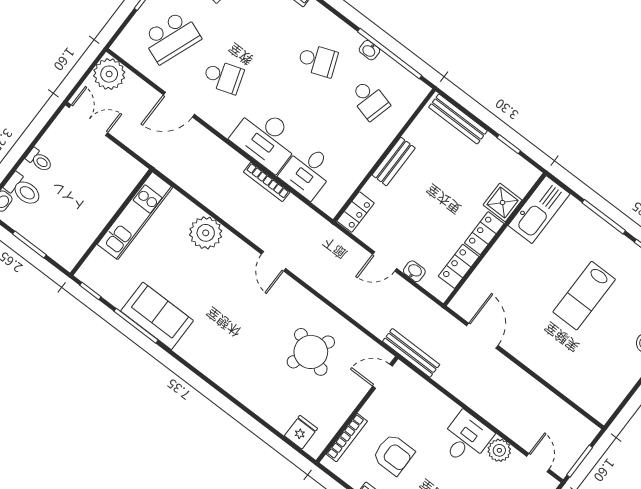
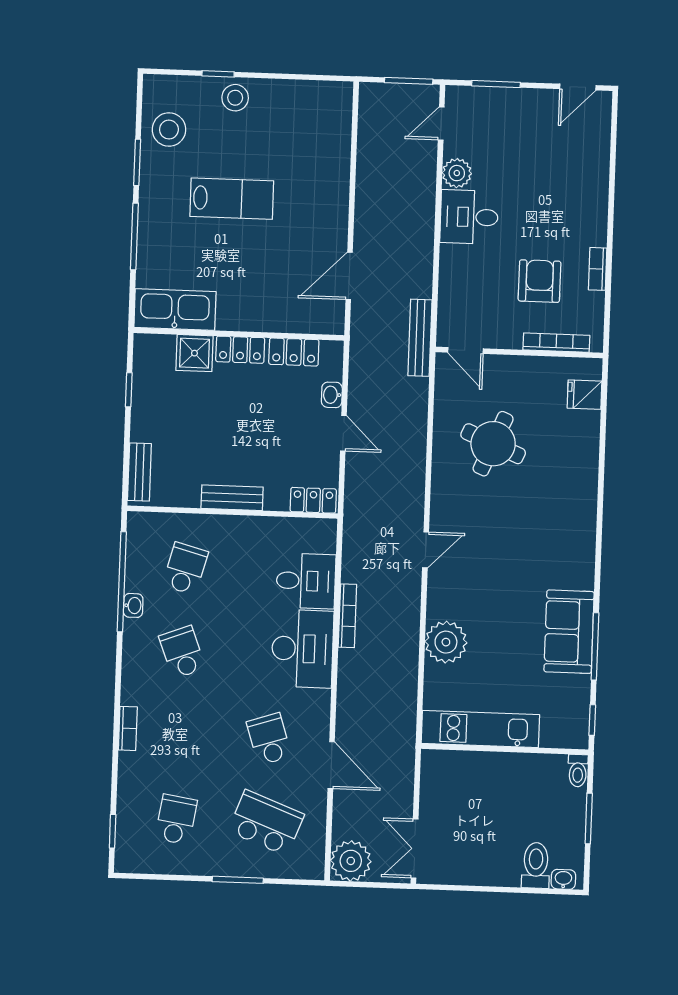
bench: (458, 119) -> (139, 472), width x0.73
toilet: (39, 160) -> (578, 771), moved, turned 180

